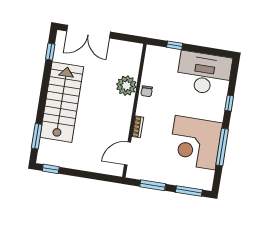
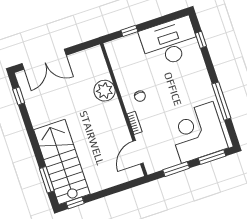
chair: (147, 91) -> (140, 96), moved
stairs: (62, 102) -> (62, 162), moved
window: (229, 103) -> (201, 40), moved
corner desk: (195, 143) -> (197, 132), moved, turned 90

